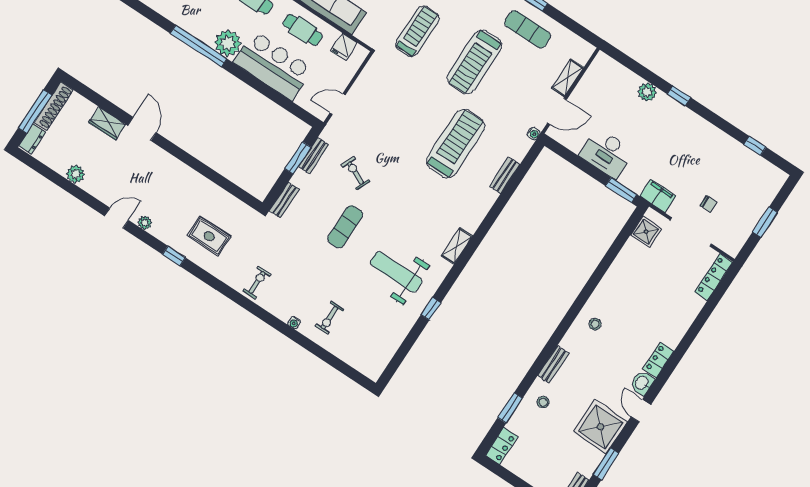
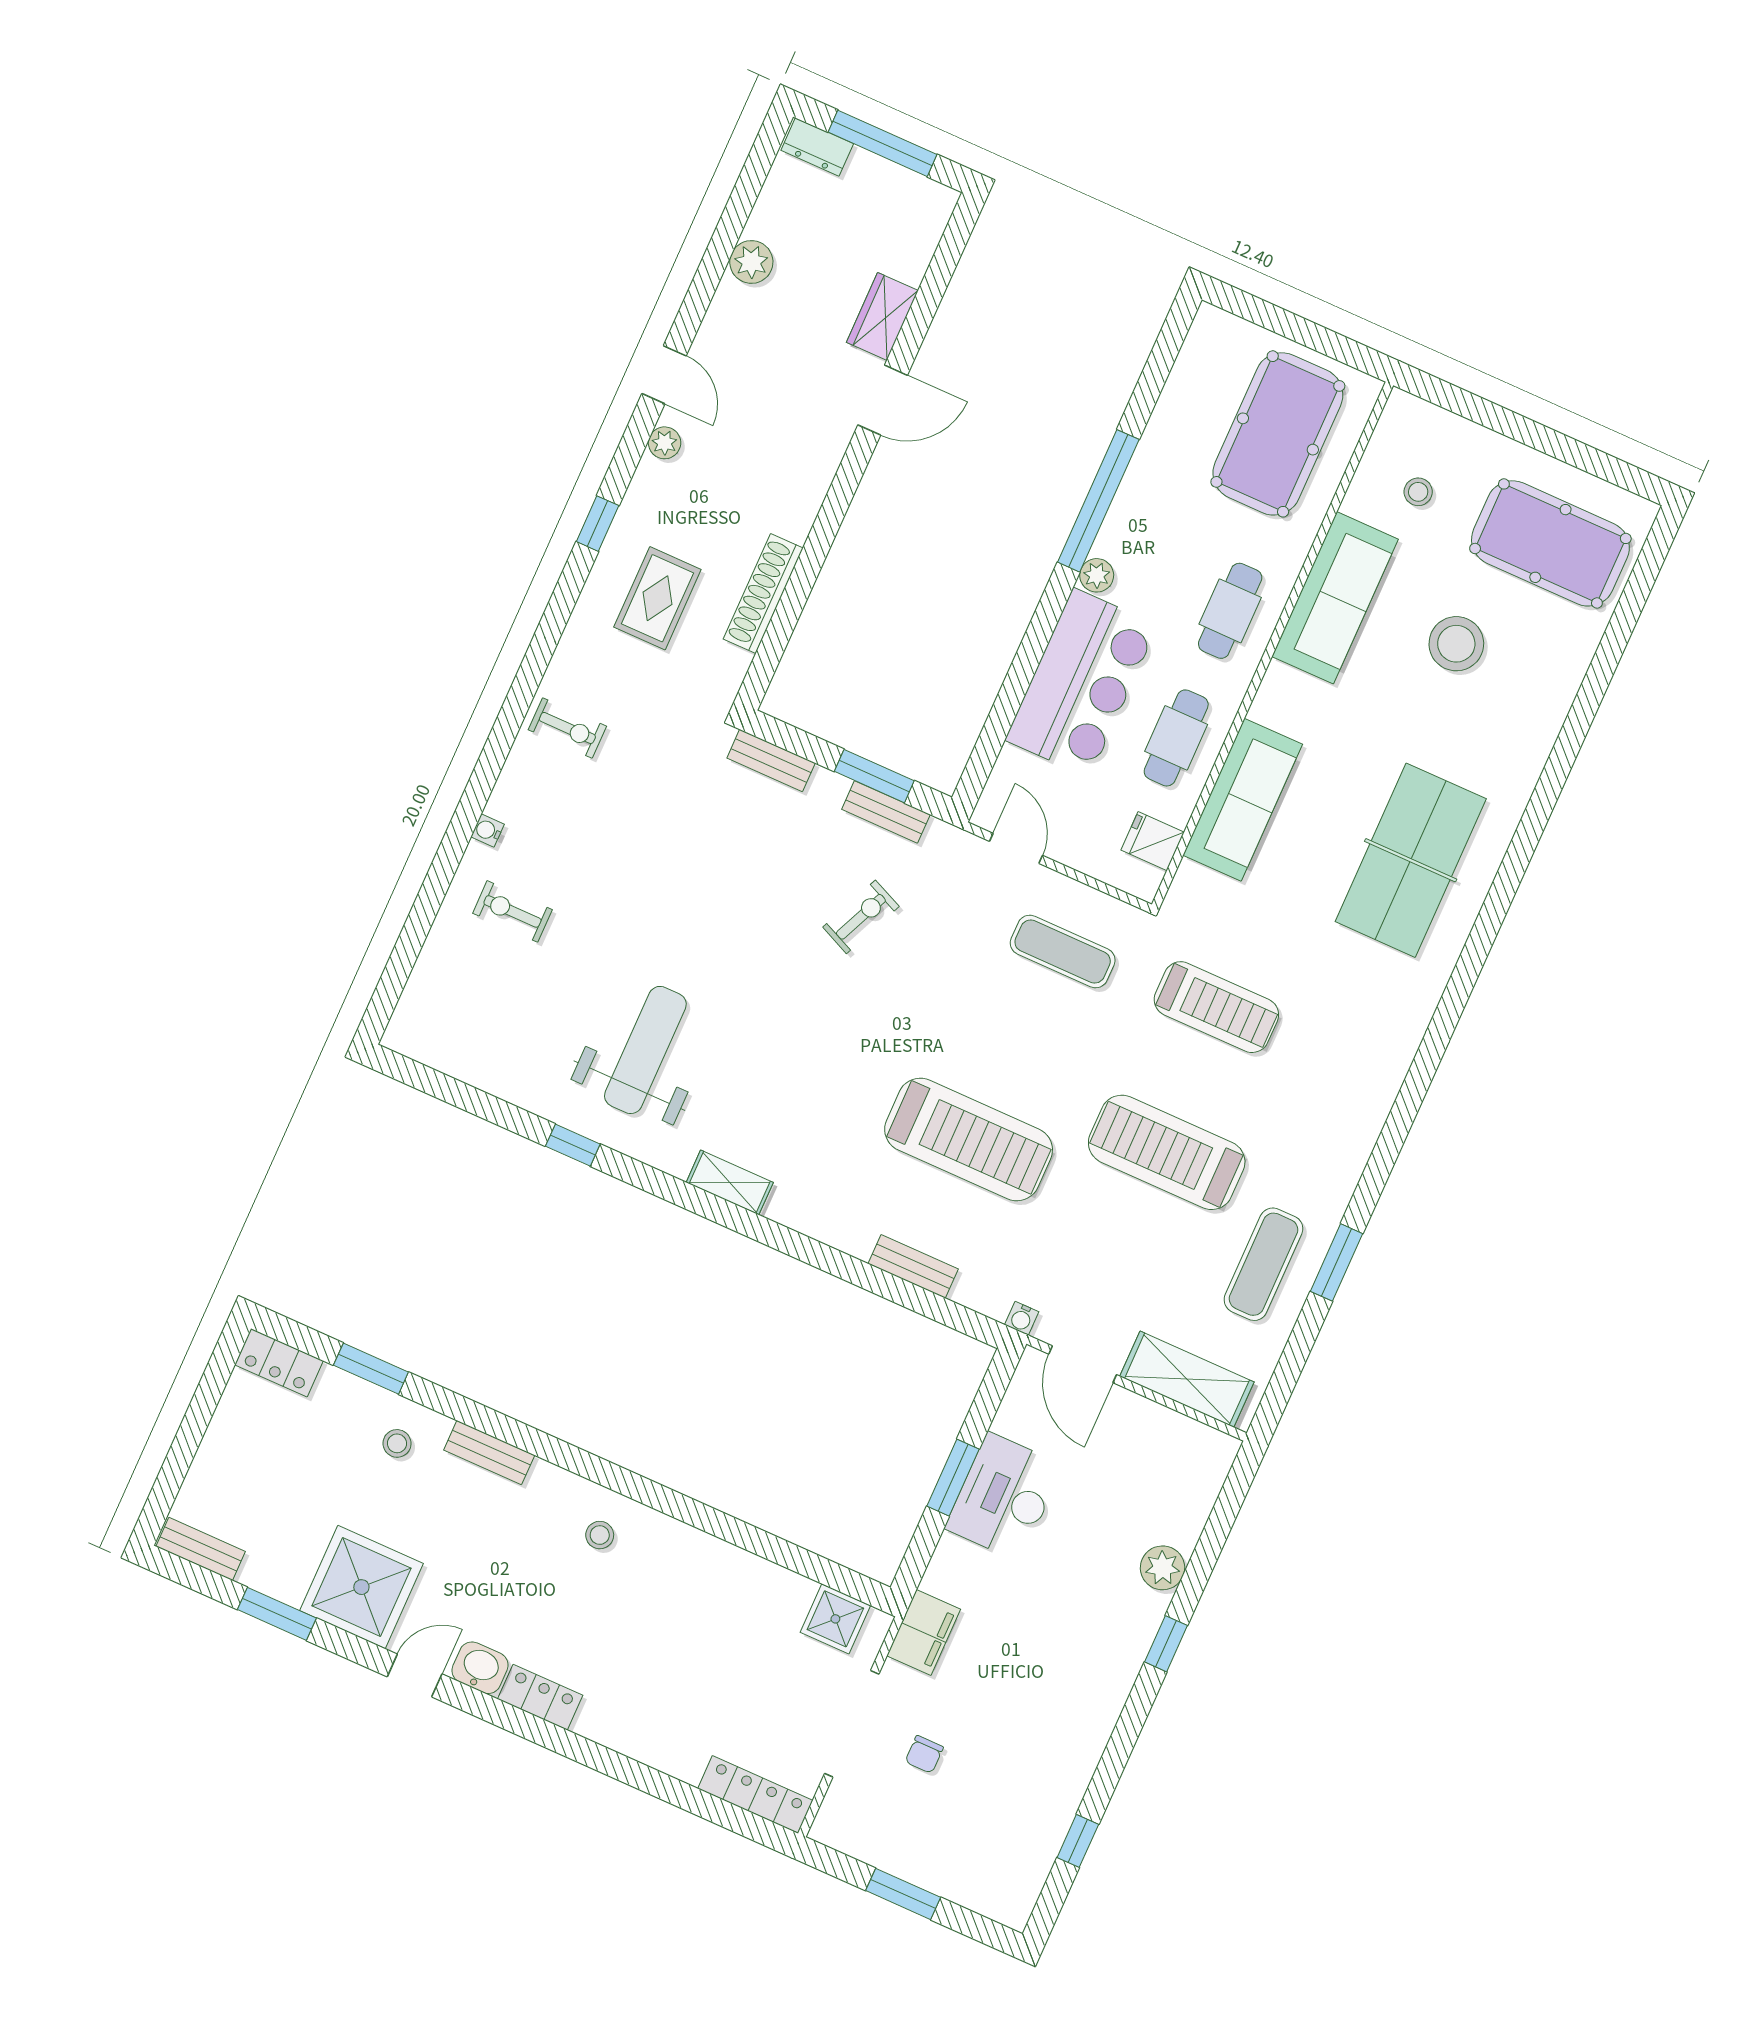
plant: (228, 43) -> (1097, 575), width x0.53, depth x0.53
shelving: (568, 78) -> (1187, 1379), width x1.50, depth x1.33
shoe rack: (54, 106) -> (763, 593), moved, turned 90
window: (621, 190) -> (953, 1478), moved
exercise mat: (345, 227) -> (1063, 952), moved

